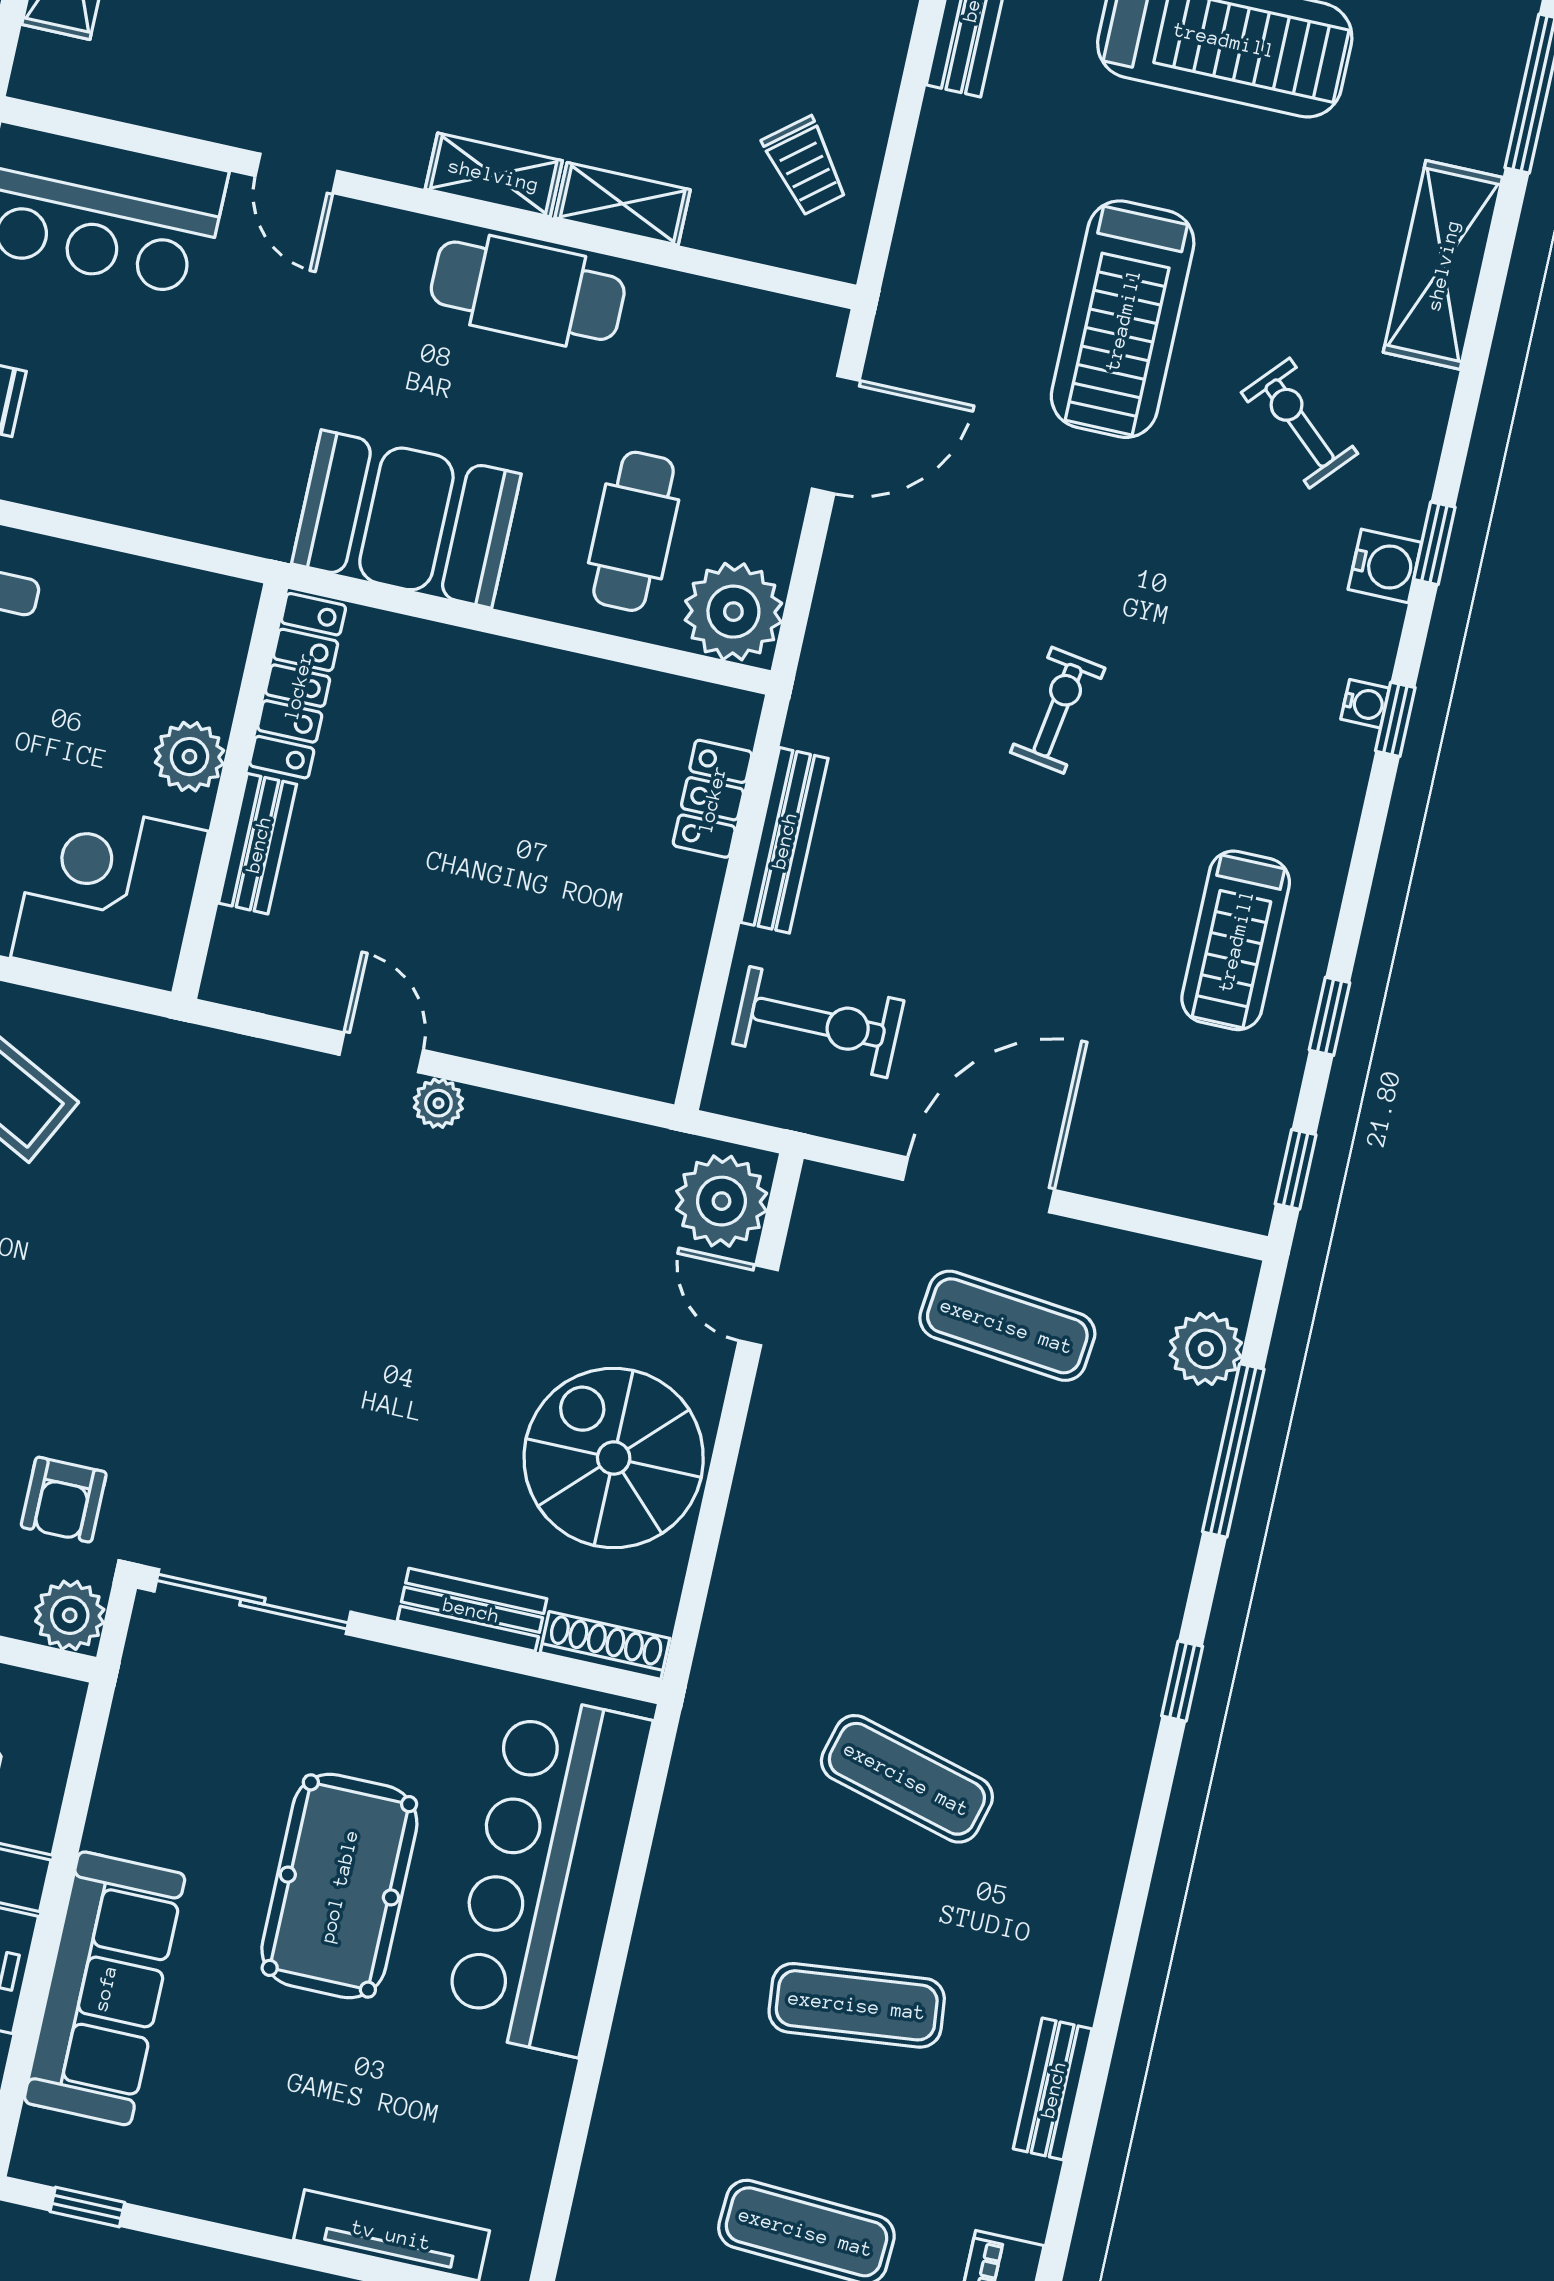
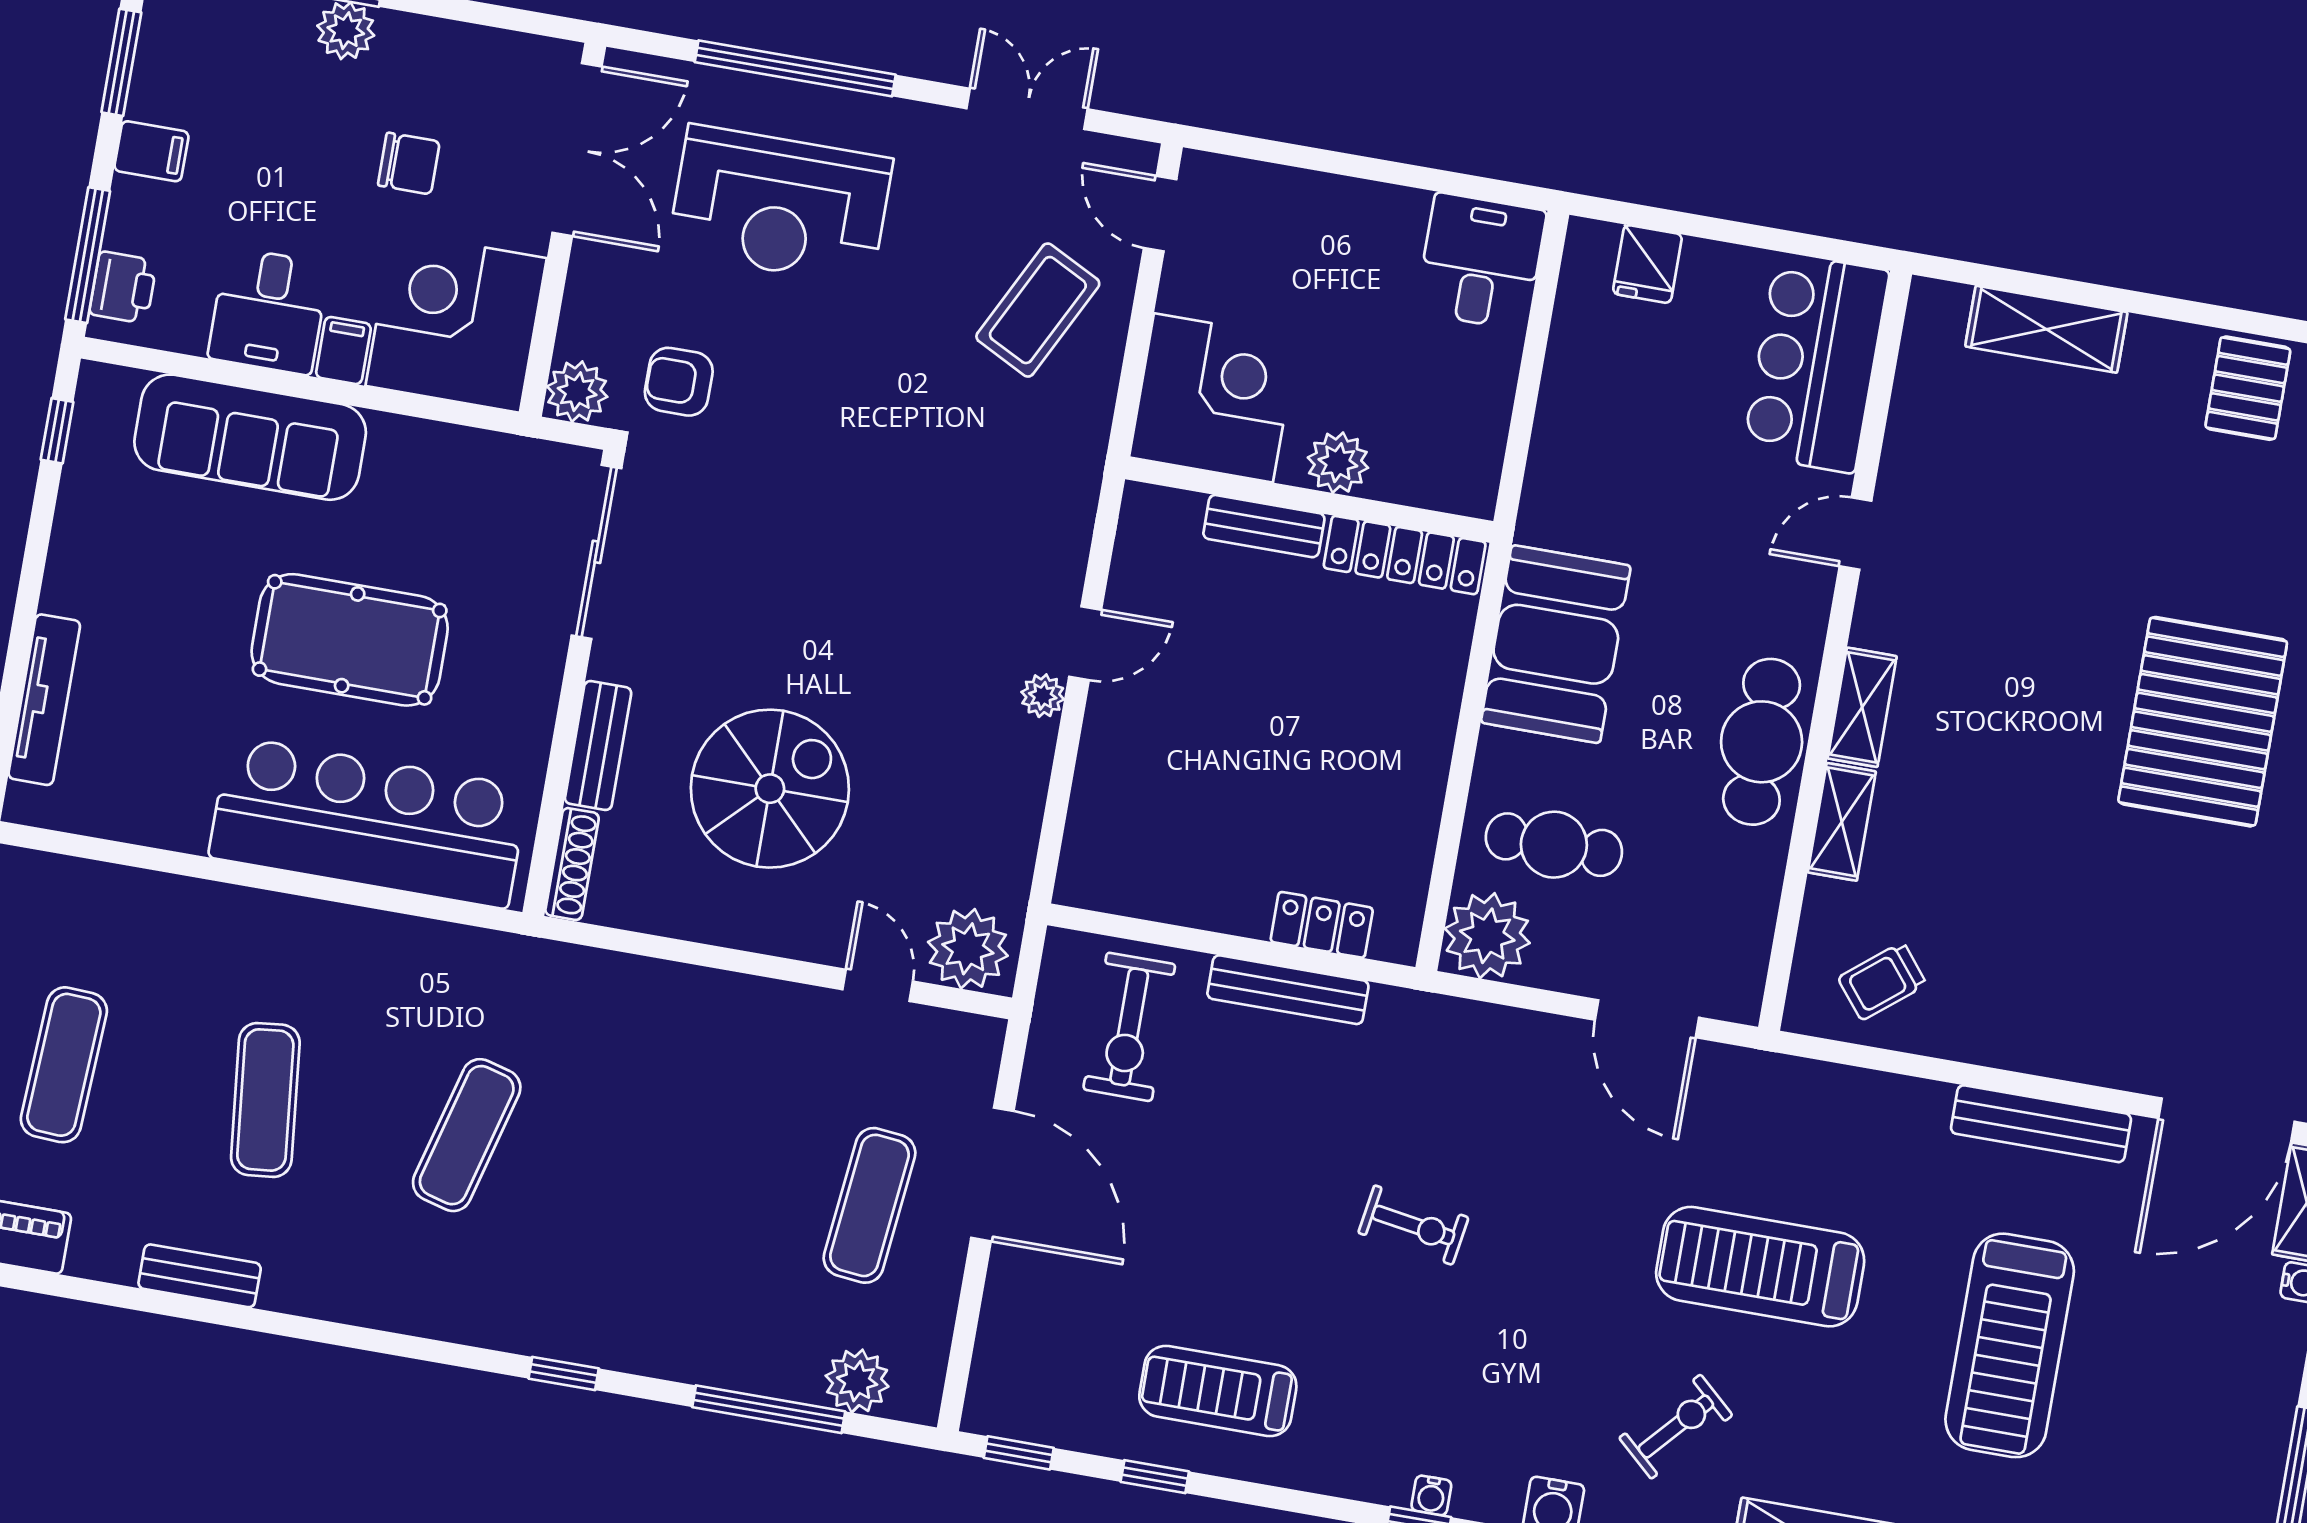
door: (758, 1305) -> (878, 985), hinge flipped
spiral stairs: (614, 1458) -> (770, 789), moved

